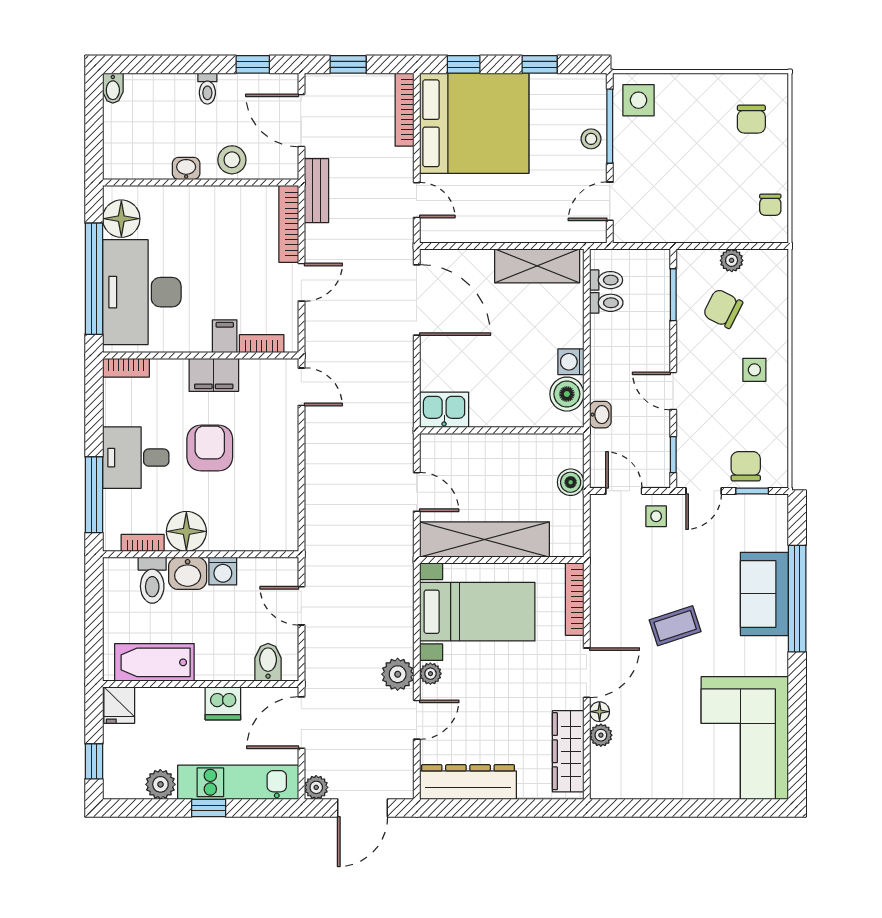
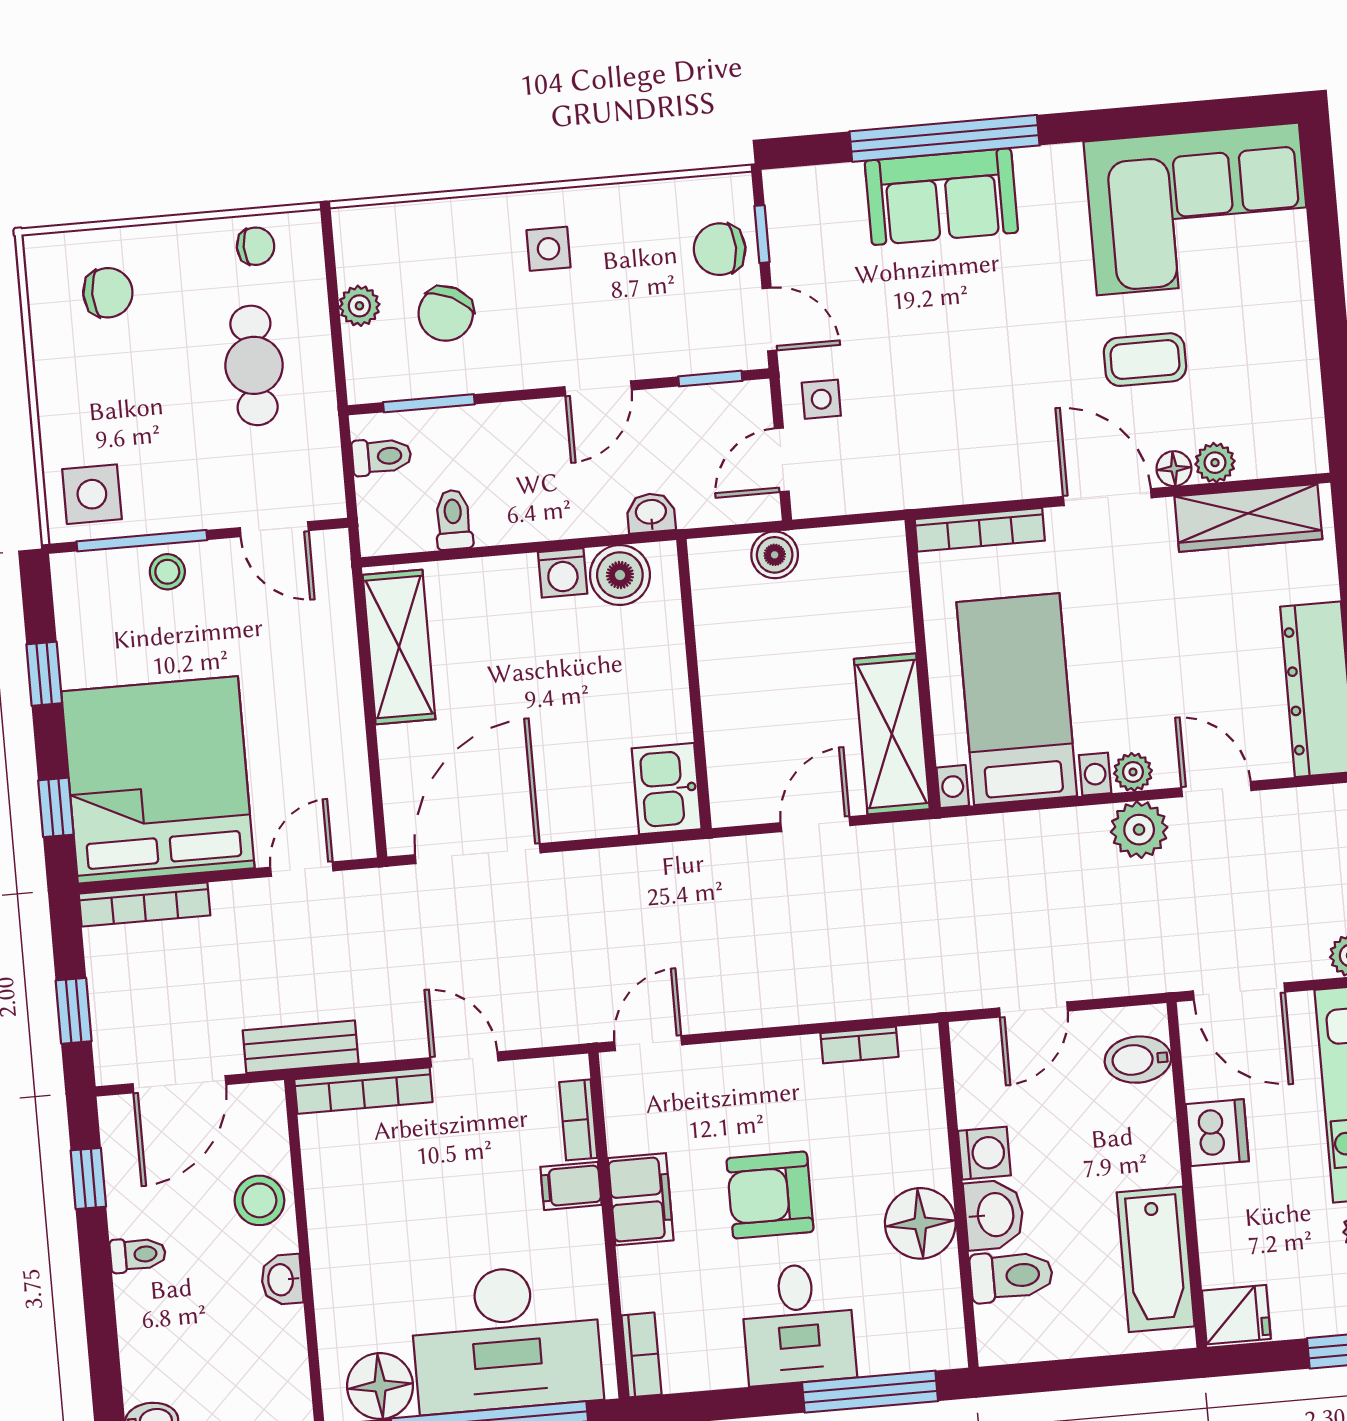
cafe table: (703, 198) -> (254, 365), added
toilet: (606, 280) -> (381, 456), moved, turned 90
shelving: (484, 539) -> (892, 734), width x0.68
bookcase: (143, 543) -> (860, 1045), moved, turned -90
coffee table: (675, 626) -> (1145, 360), moved, turned -72

